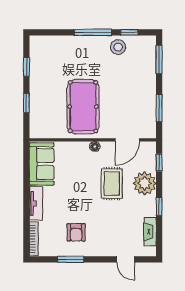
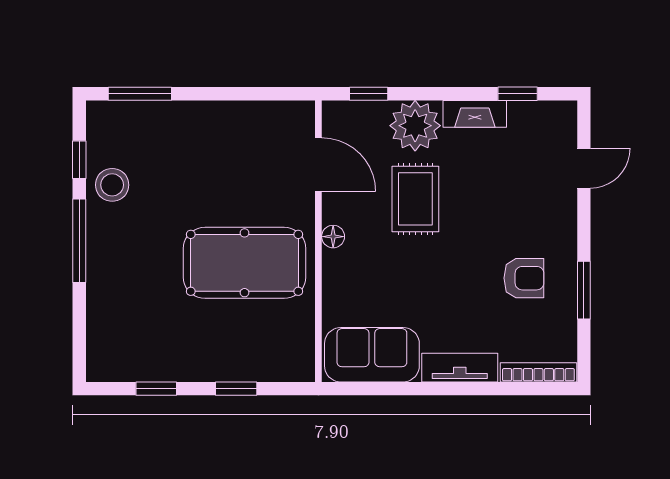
window: (159, 108) -> (248, 94), removed
rug: (112, 184) -> (415, 199), turned 90
window: (159, 206) -> (518, 94), moved
fireplace: (150, 232) -> (475, 114), moved

